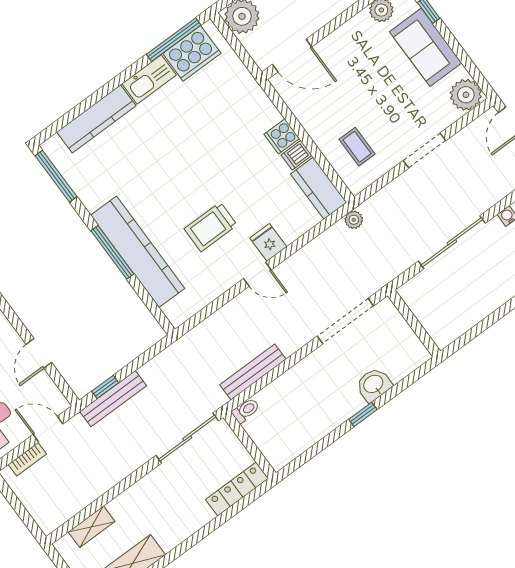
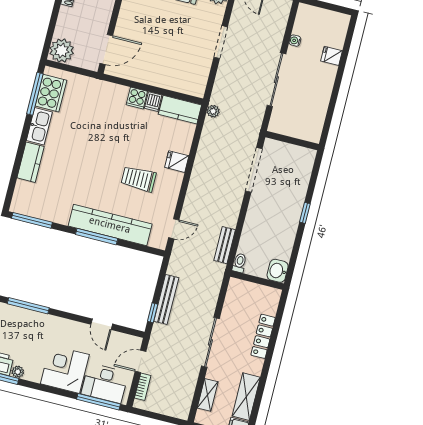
kitchen counter: (96, 119) -> (31, 162), width x0.67
coffee table: (357, 147) -> (182, 70), removed
trolley: (211, 227) -> (139, 179), turned 90
door: (257, 274) -> (174, 229), moved
bench: (253, 372) -> (225, 245), width x0.73
washbasin: (374, 385) -> (278, 271), moved
bench: (113, 399) -> (166, 299), moved
sliding door: (187, 438) -> (210, 342), moved
locker: (237, 489) -> (263, 336), moved

